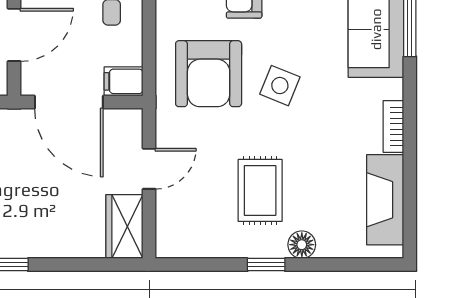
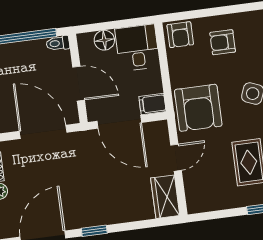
door: (14, 35) -> (79, 84), hinge flipped
armchair: (209, 74) -> (198, 108), moved

